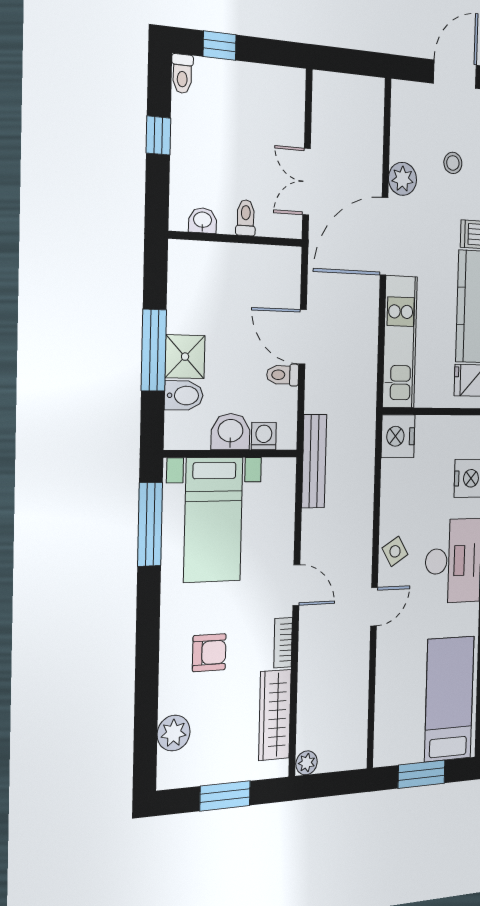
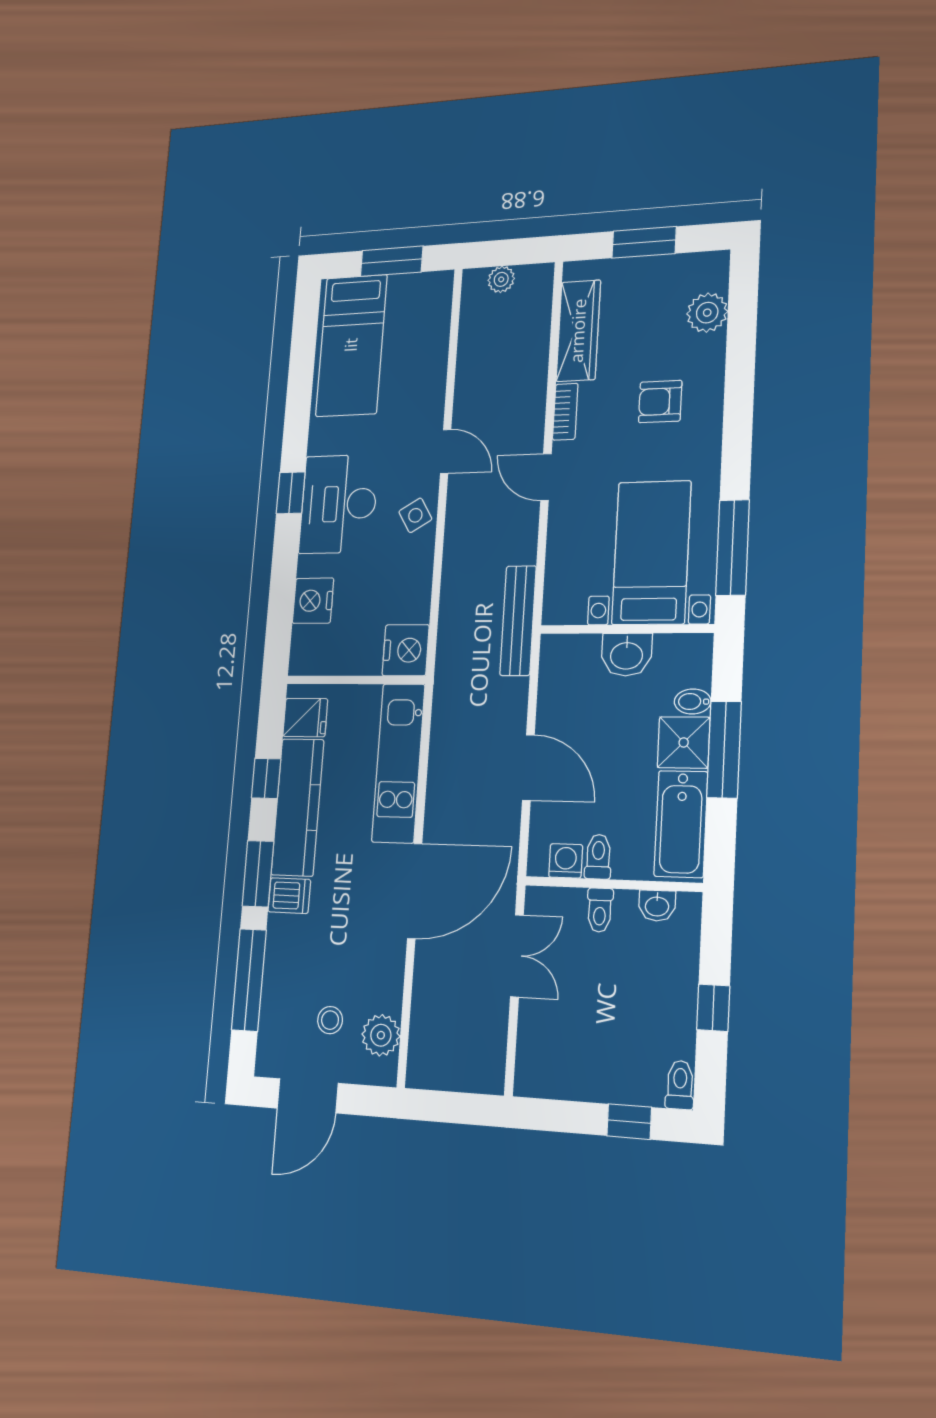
stool: (453, 163) -> (330, 1020), moved
plant: (403, 179) -> (381, 1035), moved
bathtub: (186, 288) -> (681, 824), added
toilet: (283, 375) -> (598, 857), moved, turned -90
bidet: (184, 395) -> (693, 702), width x0.72, depth x0.74
washing machine: (264, 436) -> (566, 861), moved, turned 180
door: (374, 607) -> (446, 452), swing flipped
plant: (307, 763) -> (501, 279), moved

